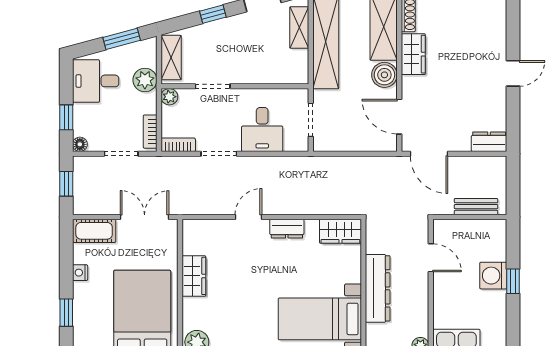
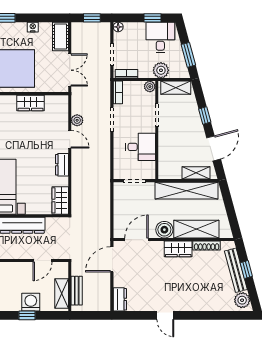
window: (66, 117) -> (152, 18), moved
desk: (262, 130) -> (141, 147), moved, turned 180
plant: (220, 206) -> (77, 120), added
shelving: (480, 229) -> (62, 294), added

